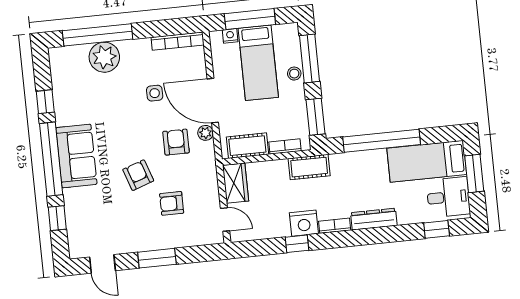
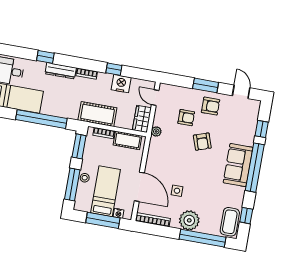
plant: (104, 57) -> (189, 220), moved
coffee table: (65, 70) -> (230, 222), added
door: (213, 101) -> (139, 187), moved
window: (45, 102) -> (246, 216), moved
plant: (206, 133) -> (156, 131), moved
armchair: (176, 142) -> (211, 106), moved, turned -90
cot: (309, 167) -> (97, 114), width x1.37, depth x1.34
nightstand: (304, 223) -> (121, 84), moved
window: (437, 229) -> (45, 57), moved

